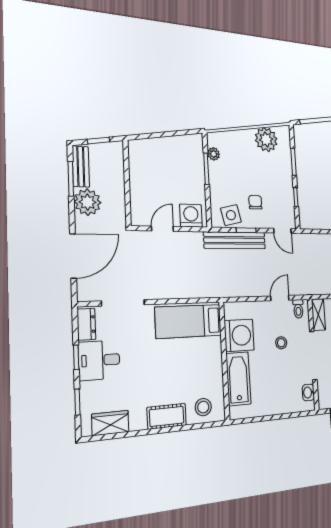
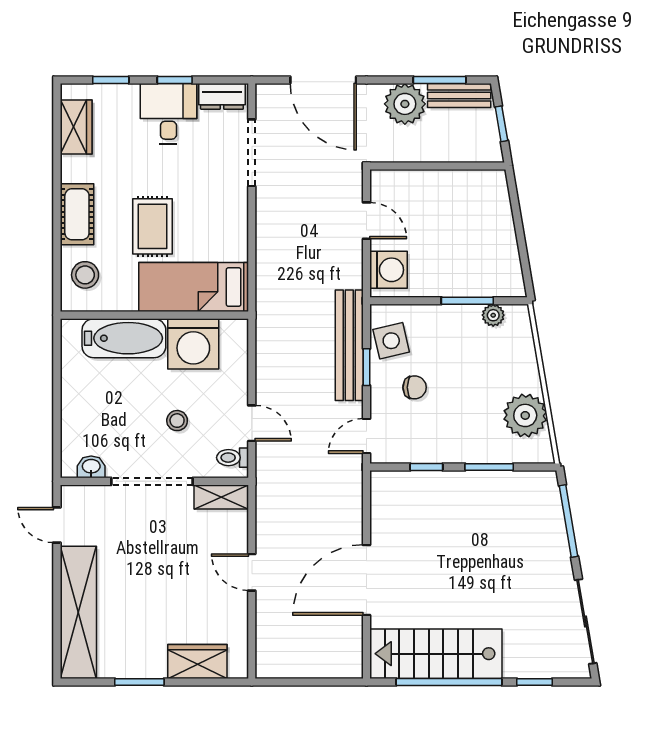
bed: (188, 321) -> (194, 287), moved, turned -90
rug: (172, 366) -> (152, 226), added

